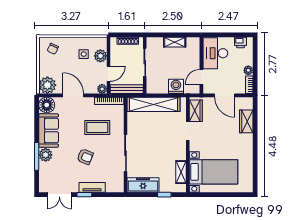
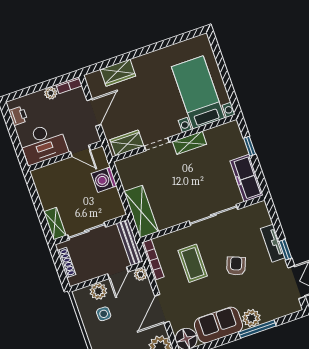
shelving: (175, 42) -> (55, 224), moved
door: (109, 74) -> (118, 273), swing flipped
shelving: (154, 104) -> (141, 212), width x0.68
shelving: (181, 172) -> (189, 143), moved

